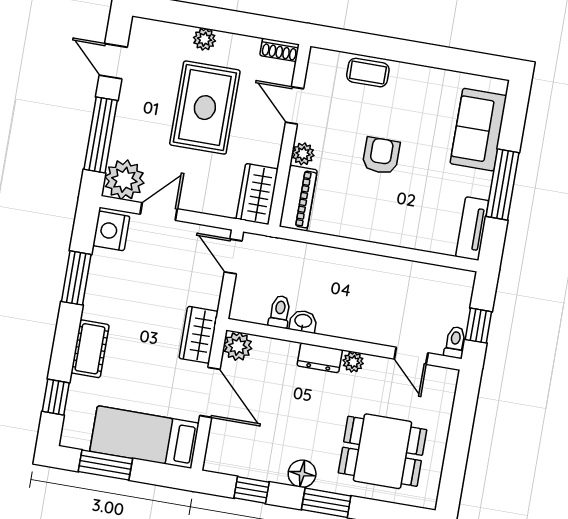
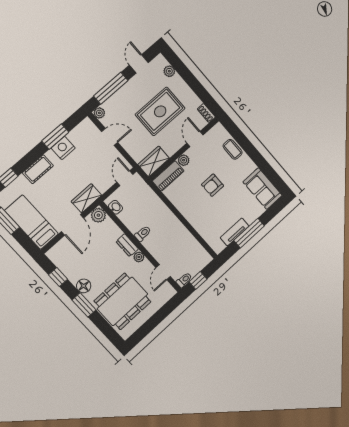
plant: (204, 39) -> (169, 71), moved
sofa: (478, 130) -> (263, 189), moved, turned -90
armchair: (381, 156) -> (213, 185), turned 180
plant: (124, 180) -> (99, 113), width x0.53, depth x0.53
tv unit: (472, 229) -> (235, 232), moved
nightstand: (111, 231) -> (63, 148), moved
toilet: (280, 312) -> (143, 234), moved
washbasin: (303, 321) -> (115, 207), moved
dining table: (382, 451) -> (123, 301), width x1.38

